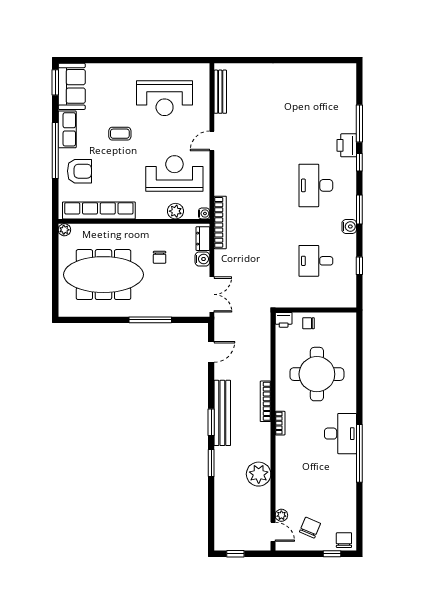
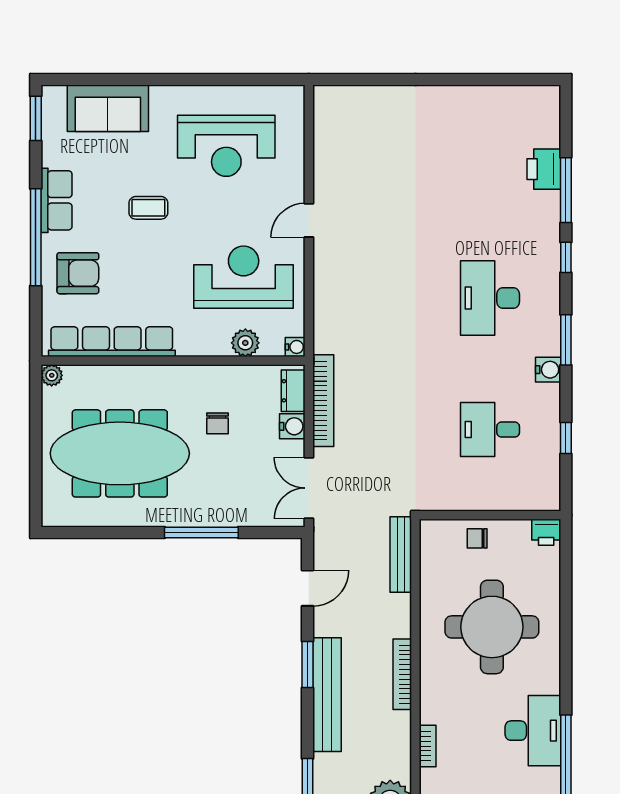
sofa: (72, 86) -> (108, 108), moved, turned 90
bench: (220, 92) -> (401, 555), moved
printer: (347, 145) -> (544, 169), moved
bookcase: (220, 222) -> (323, 401), moved
double door: (212, 294) -> (309, 488), swing flipped
printer: (284, 320) -> (546, 532), moved
window: (211, 422) -> (307, 665), moved
bookcase: (280, 423) -> (428, 746), moved

